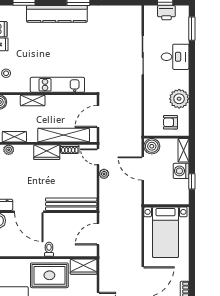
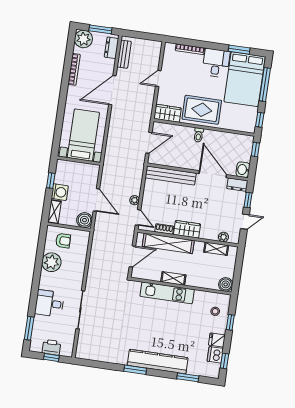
shelving: (33, 100) -> (173, 278), moved

